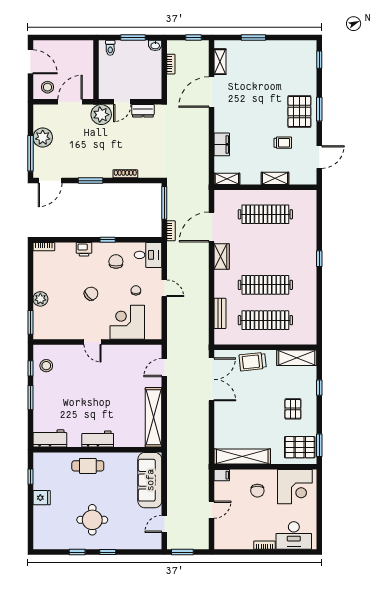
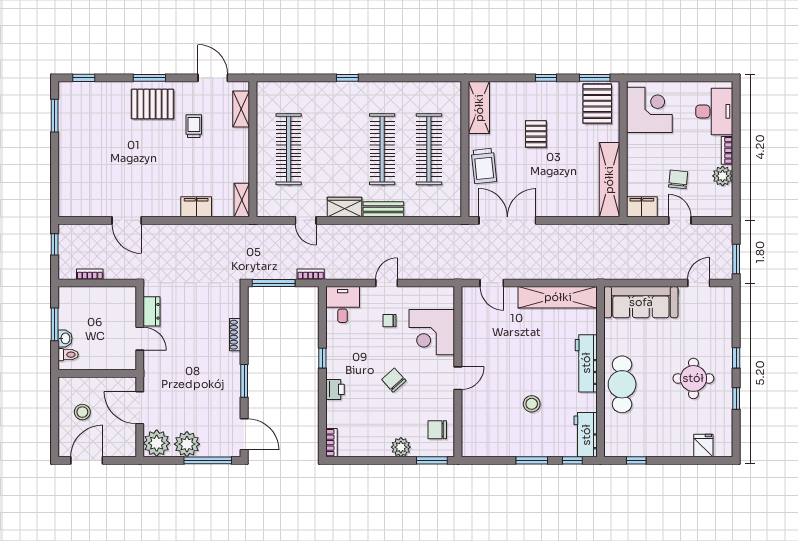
window: (253, 38) -> (55, 116), moved
washbasin: (155, 45) -> (65, 338), moved
shelving: (220, 62) -> (87, 209), removed
stool: (48, 87) -> (82, 412), moved
door: (212, 92) -> (127, 220), width x0.73
plant: (101, 115) -> (157, 443), moved
shelving: (275, 178) -> (241, 109), moved
door: (212, 227) -> (306, 220), width x0.53
chair: (116, 262) -> (437, 430), moved
bench: (220, 313) -> (383, 209), moved
stool: (46, 366) -> (532, 404), moved
window: (30, 368) -> (572, 460), moved
window: (319, 388) -> (546, 78), moved
pallet: (293, 409) -> (536, 134), moved, turned 90
workbench: (98, 439) -> (586, 363), width x1.38
cafe table: (88, 466) -> (622, 384), width x1.37, depth x1.35
filing cabinet: (222, 475) -> (642, 207), width x2.00
chair: (257, 491) -> (678, 179), moved, turned -84
fridge: (42, 498) -> (703, 445), moved
door: (164, 524) -> (699, 283), swing flipped
plant: (245, 542) -> (723, 176), added

